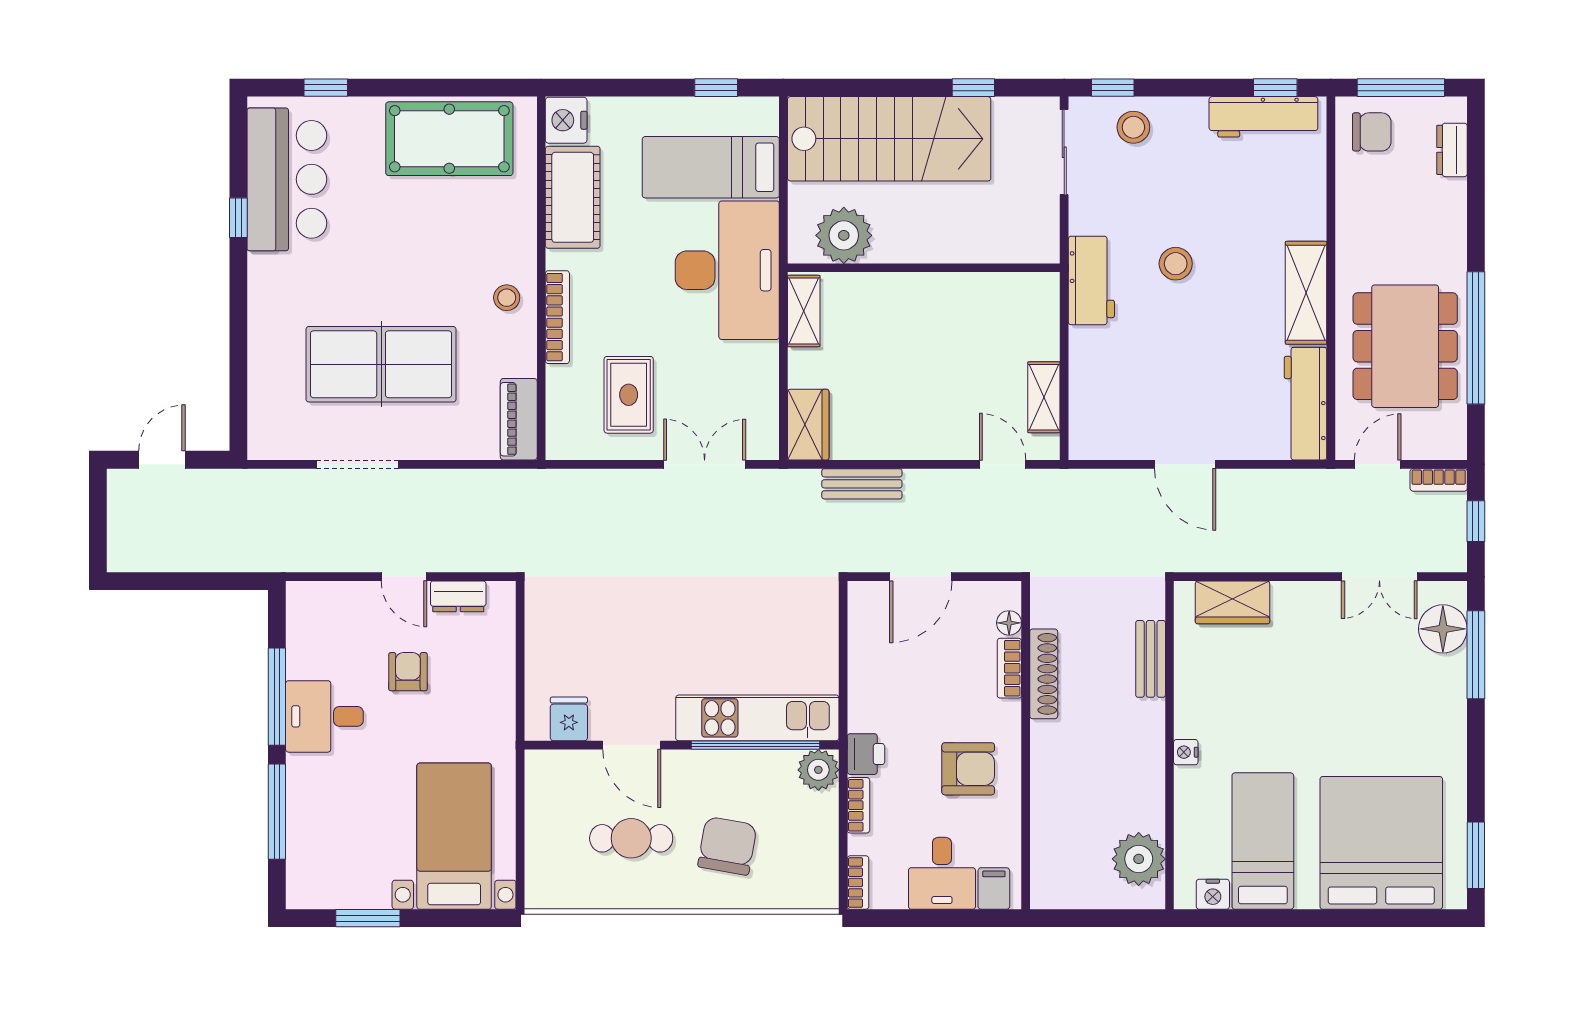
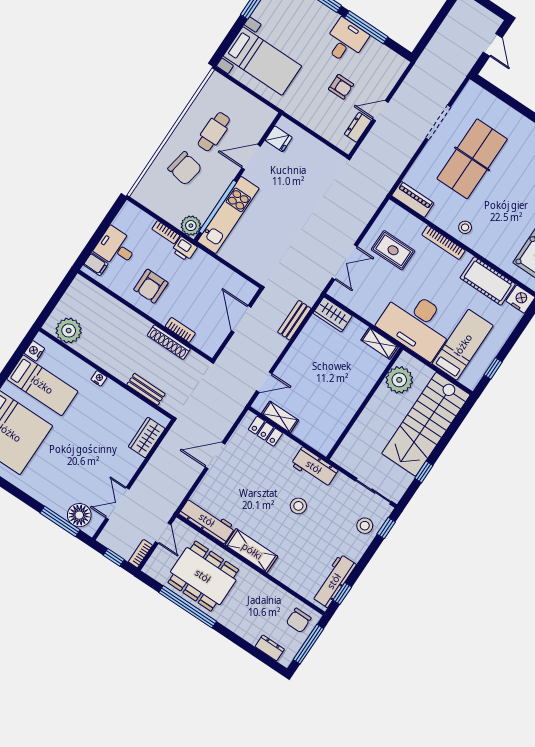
locker: (1085, 406) -> (265, 431), added
floor lamp: (1009, 623) -> (199, 342), removed
bookcase: (858, 883) -> (135, 211), removed

